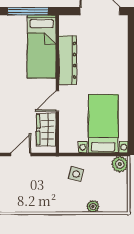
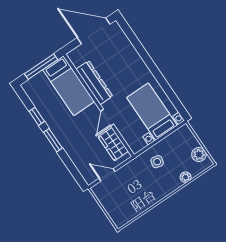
door: (21, 154) -> (107, 175), hinge flipped
plant: (120, 164) -> (199, 155), moved

